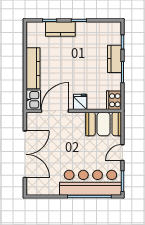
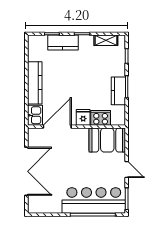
shelving: (102, 27) -> (106, 40), added
kitchen counter: (114, 59) -> (118, 91), moved
cooker: (114, 100) -> (101, 118), moved, turned 90
door: (122, 153) -> (127, 170), swing flipped

